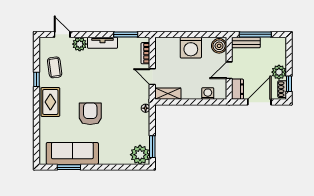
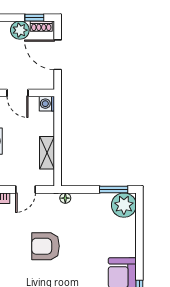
dresser: (237, 89) -> (41, 82), removed
shelving: (168, 94) -> (47, 153), moved
washing machine: (208, 94) -> (47, 104), moved
armchair: (90, 114) -> (45, 246), moved

